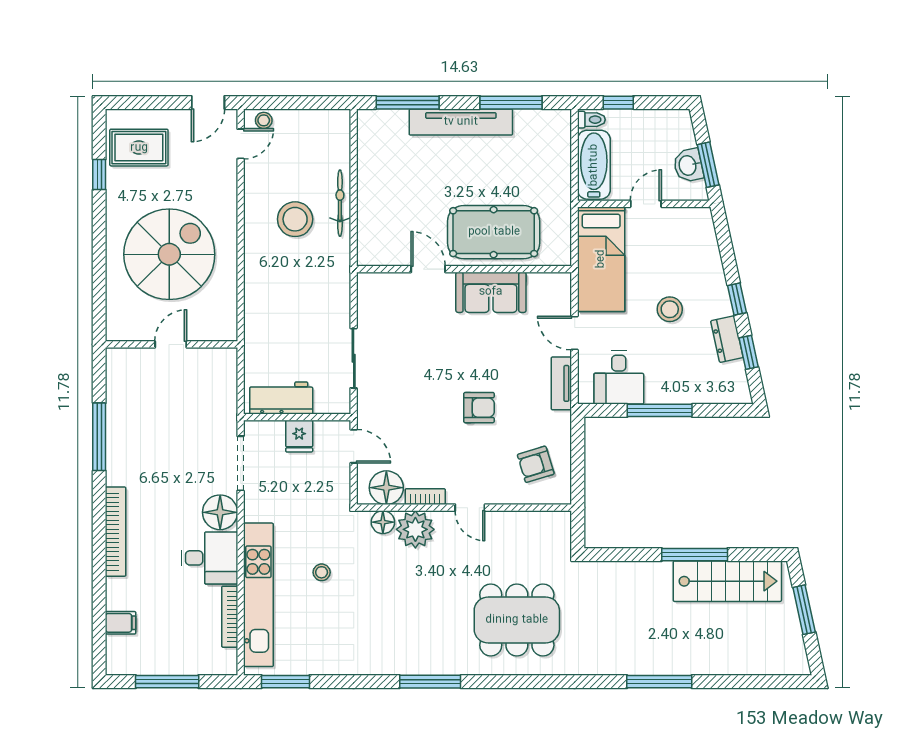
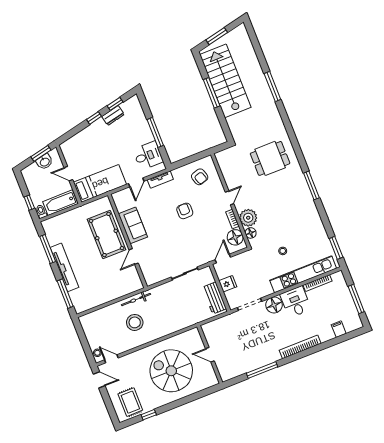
bicycle: (340, 203) -> (136, 300), moved
stool: (670, 309) -> (110, 145), removed
stairs: (727, 581) -> (225, 81), width x1.36, depth x1.51
dining table: (517, 620) -> (270, 158), width x0.73

